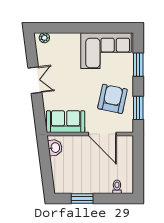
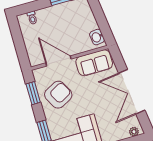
double door: (35, 80) -> (132, 92), width x1.87
armchair: (113, 99) -> (58, 95), turned -130

